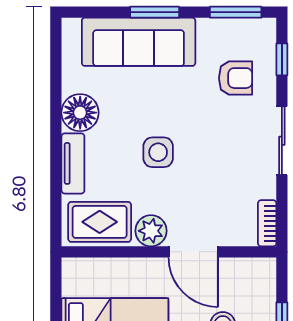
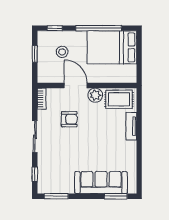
window: (155, 12) -> (116, 196), moved
armchair: (236, 78) -> (69, 119), moved, turned 180
floor lamp: (80, 113) -> (128, 150), removed
side table: (158, 152) -> (92, 131), removed

